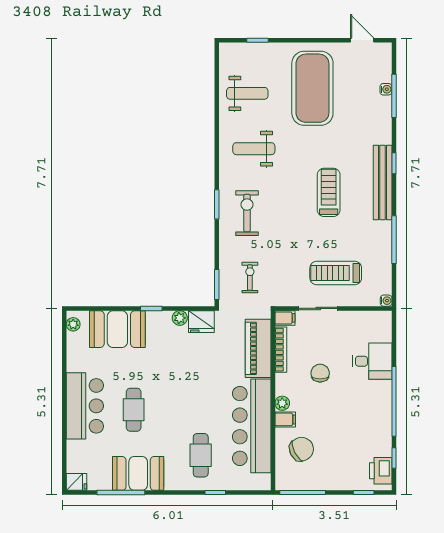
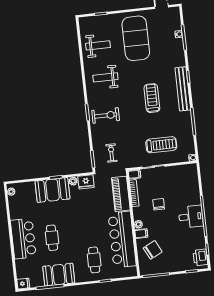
exercise bike: (247, 213) -> (106, 115), turned 90
treadmill: (336, 273) -> (161, 145), turned 180
booth: (117, 329) -> (52, 190), moved
desk: (372, 361) -> (191, 217), moved

